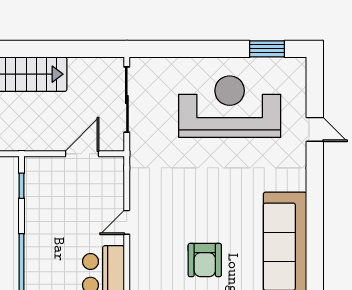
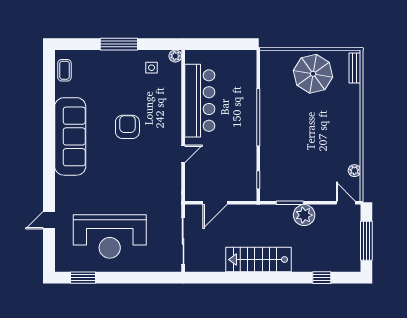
door: (315, 129) -> (49, 220), hinge flipped

